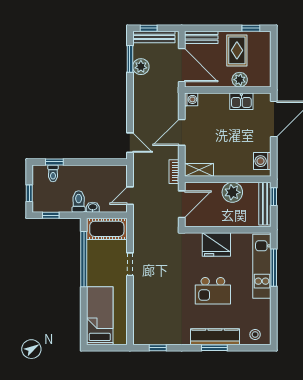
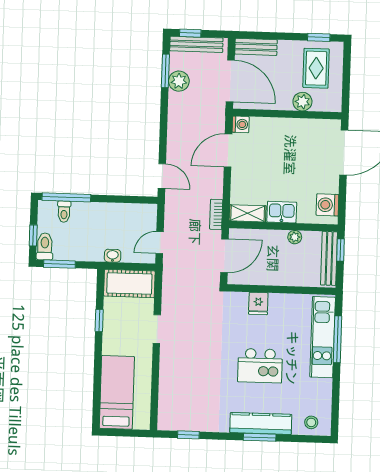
rug: (237, 50) -> (316, 68), moved
kitchen sink: (241, 101) -> (282, 212), moved, turned 180
door: (182, 132) -> (228, 151), moved
window: (54, 162) -> (66, 197), width x2.17
plant: (232, 192) -> (295, 237), width x0.53, depth x0.53
toilet: (79, 202) -> (45, 246), moved
window: (51, 215) -> (59, 264), width x1.50
fridge: (216, 244) -> (258, 304), width x0.53, depth x0.75
window: (84, 259) -> (99, 320), width x0.32

